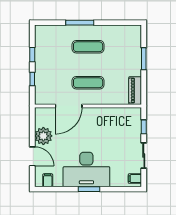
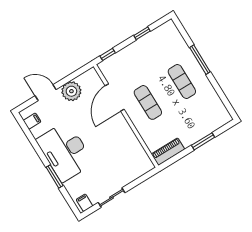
window: (32, 79) -> (108, 54), moved
door: (69, 106) -> (115, 97), hinge flipped
window: (144, 127) -> (139, 181), removed
door: (32, 156) -> (46, 93), swing flipped
window: (89, 189) -> (55, 176), moved

